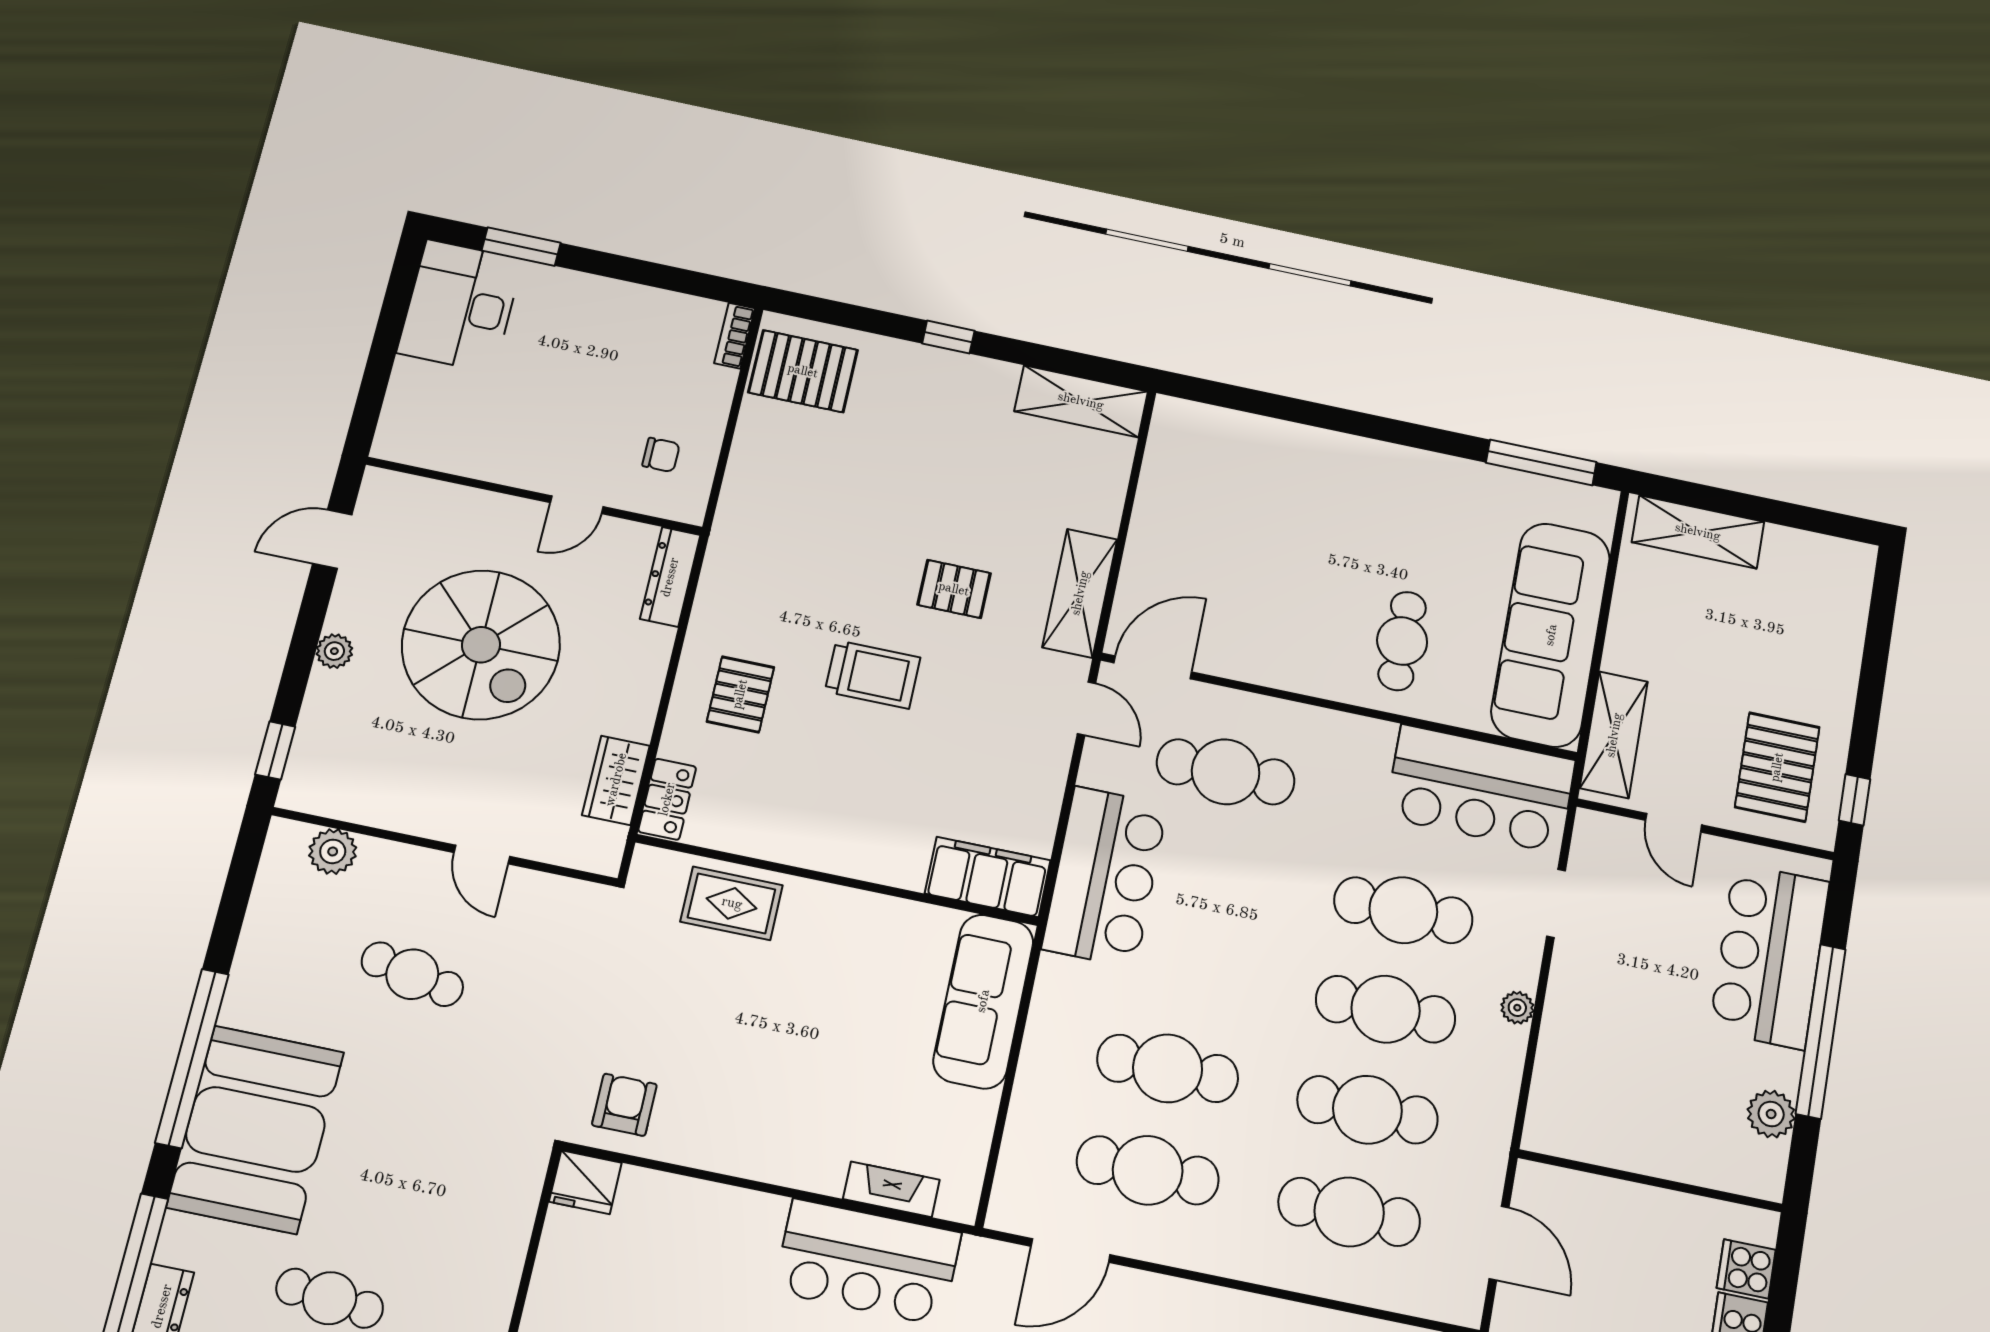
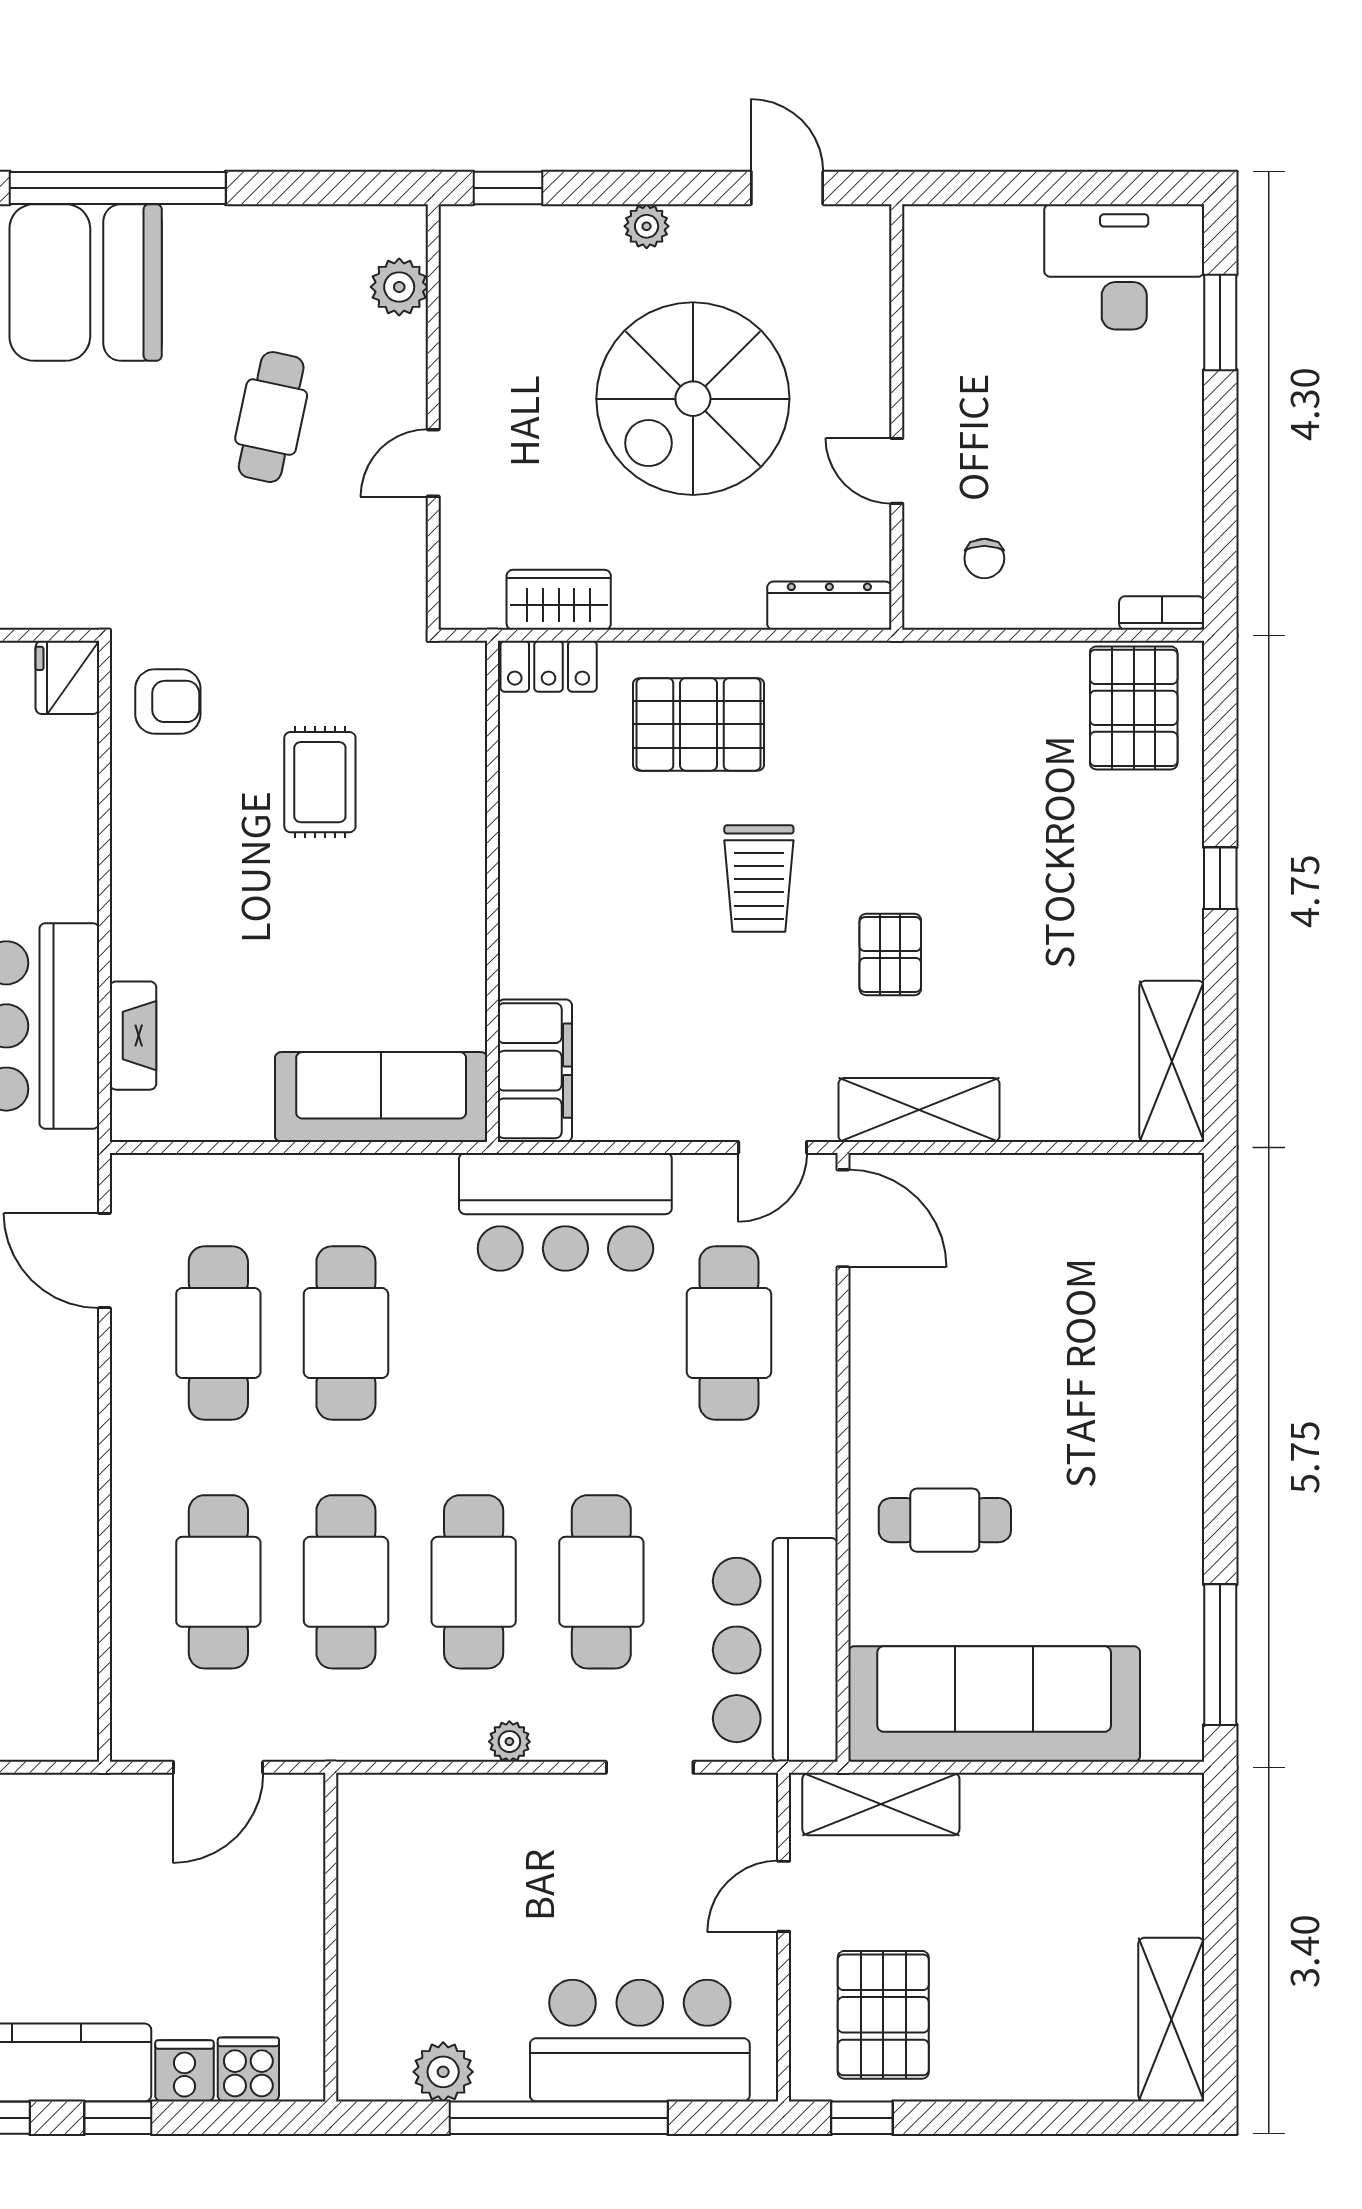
shelving: (1698, 532) -> (1171, 2020), moved
pallet: (740, 694) -> (699, 724), width x1.50, depth x1.42
pallet: (1777, 767) -> (883, 2015), turned 90
rug: (732, 903) -> (320, 782), moved

